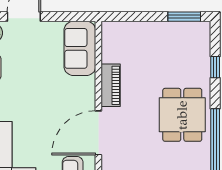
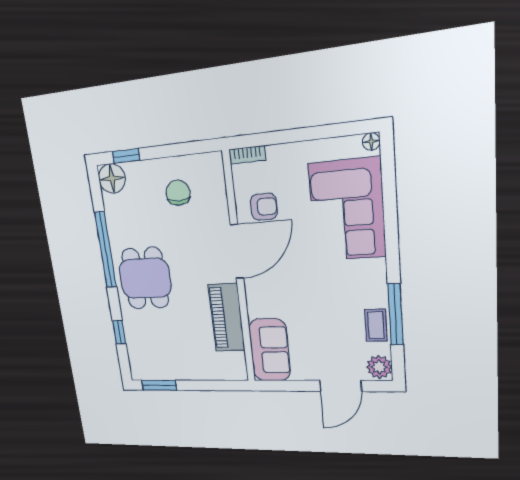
piano: (111, 85) -> (227, 318), width x1.37, depth x1.33

